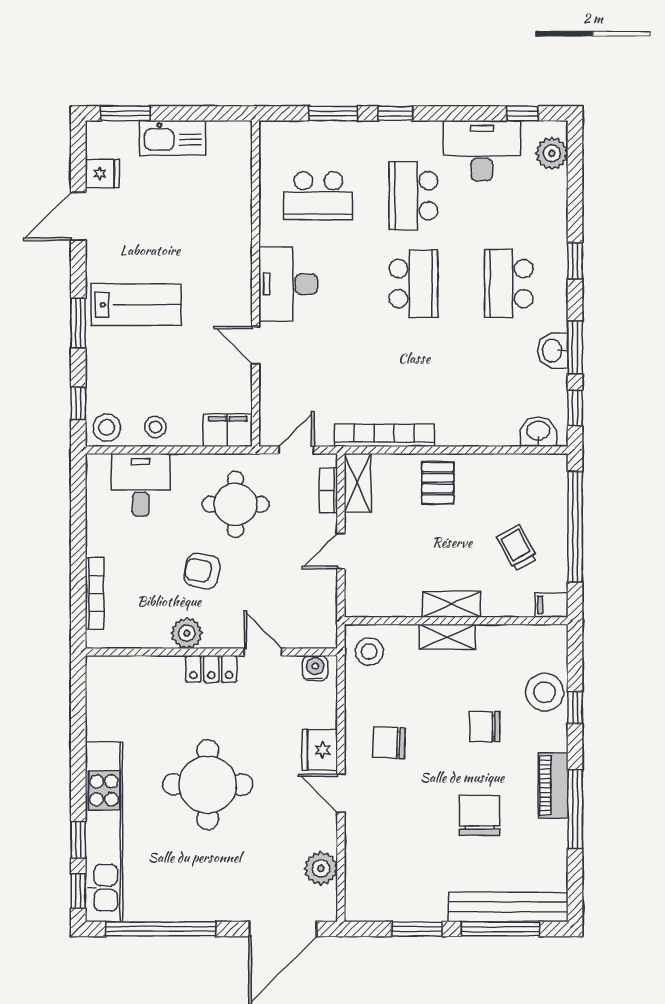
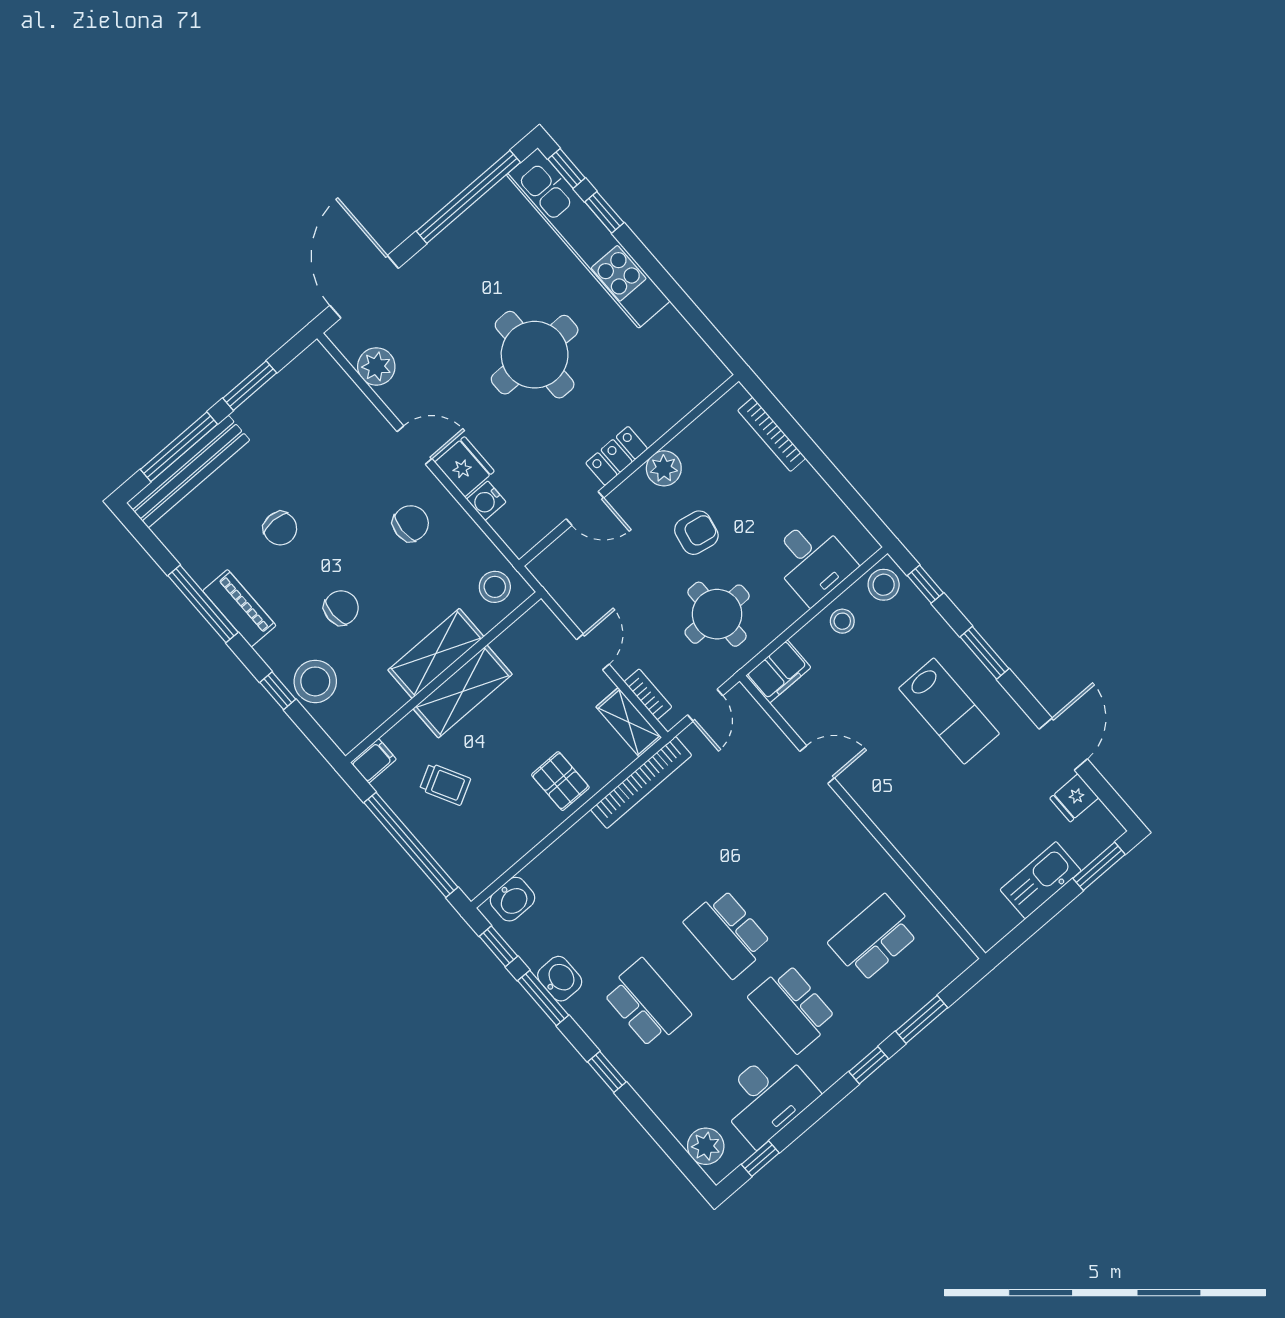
school desk: (413, 196) -> (793, 1008), turned 180
desk: (288, 284) -> (834, 841), removed
lab bench: (136, 305) -> (949, 711), turned -90
shelving: (451, 604) -> (463, 691), width x1.50, depth x1.33
shelving: (447, 637) -> (436, 653), width x1.50, depth x1.33
water cooler: (315, 668) -> (486, 501), moved, turned 90
chair: (479, 815) -> (280, 528), width x0.73, depth x0.73

